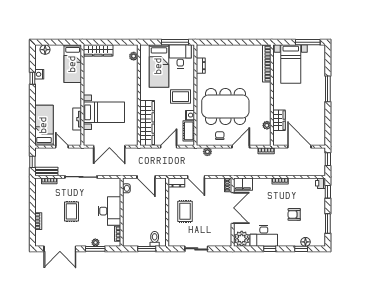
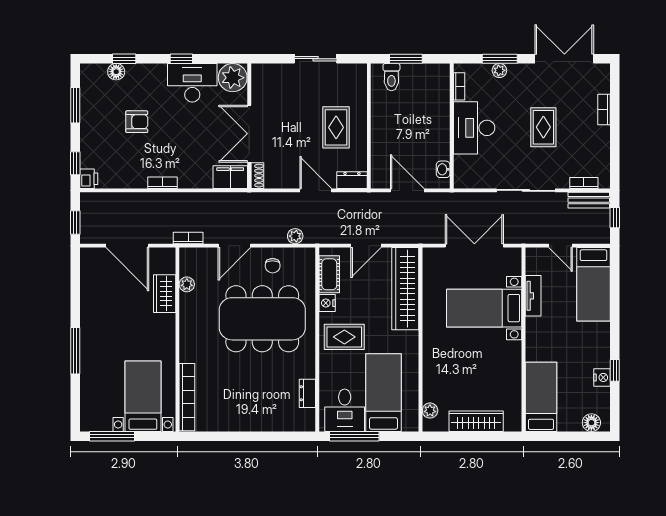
wardrobe: (98, 50) -> (476, 421), moved

